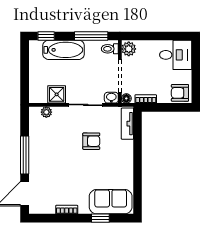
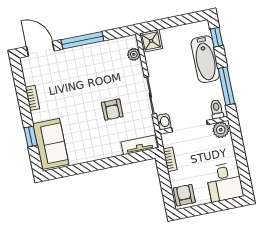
shower: (57, 94) -> (151, 41), moved
floor lamp: (126, 98) -> (166, 138), removed

